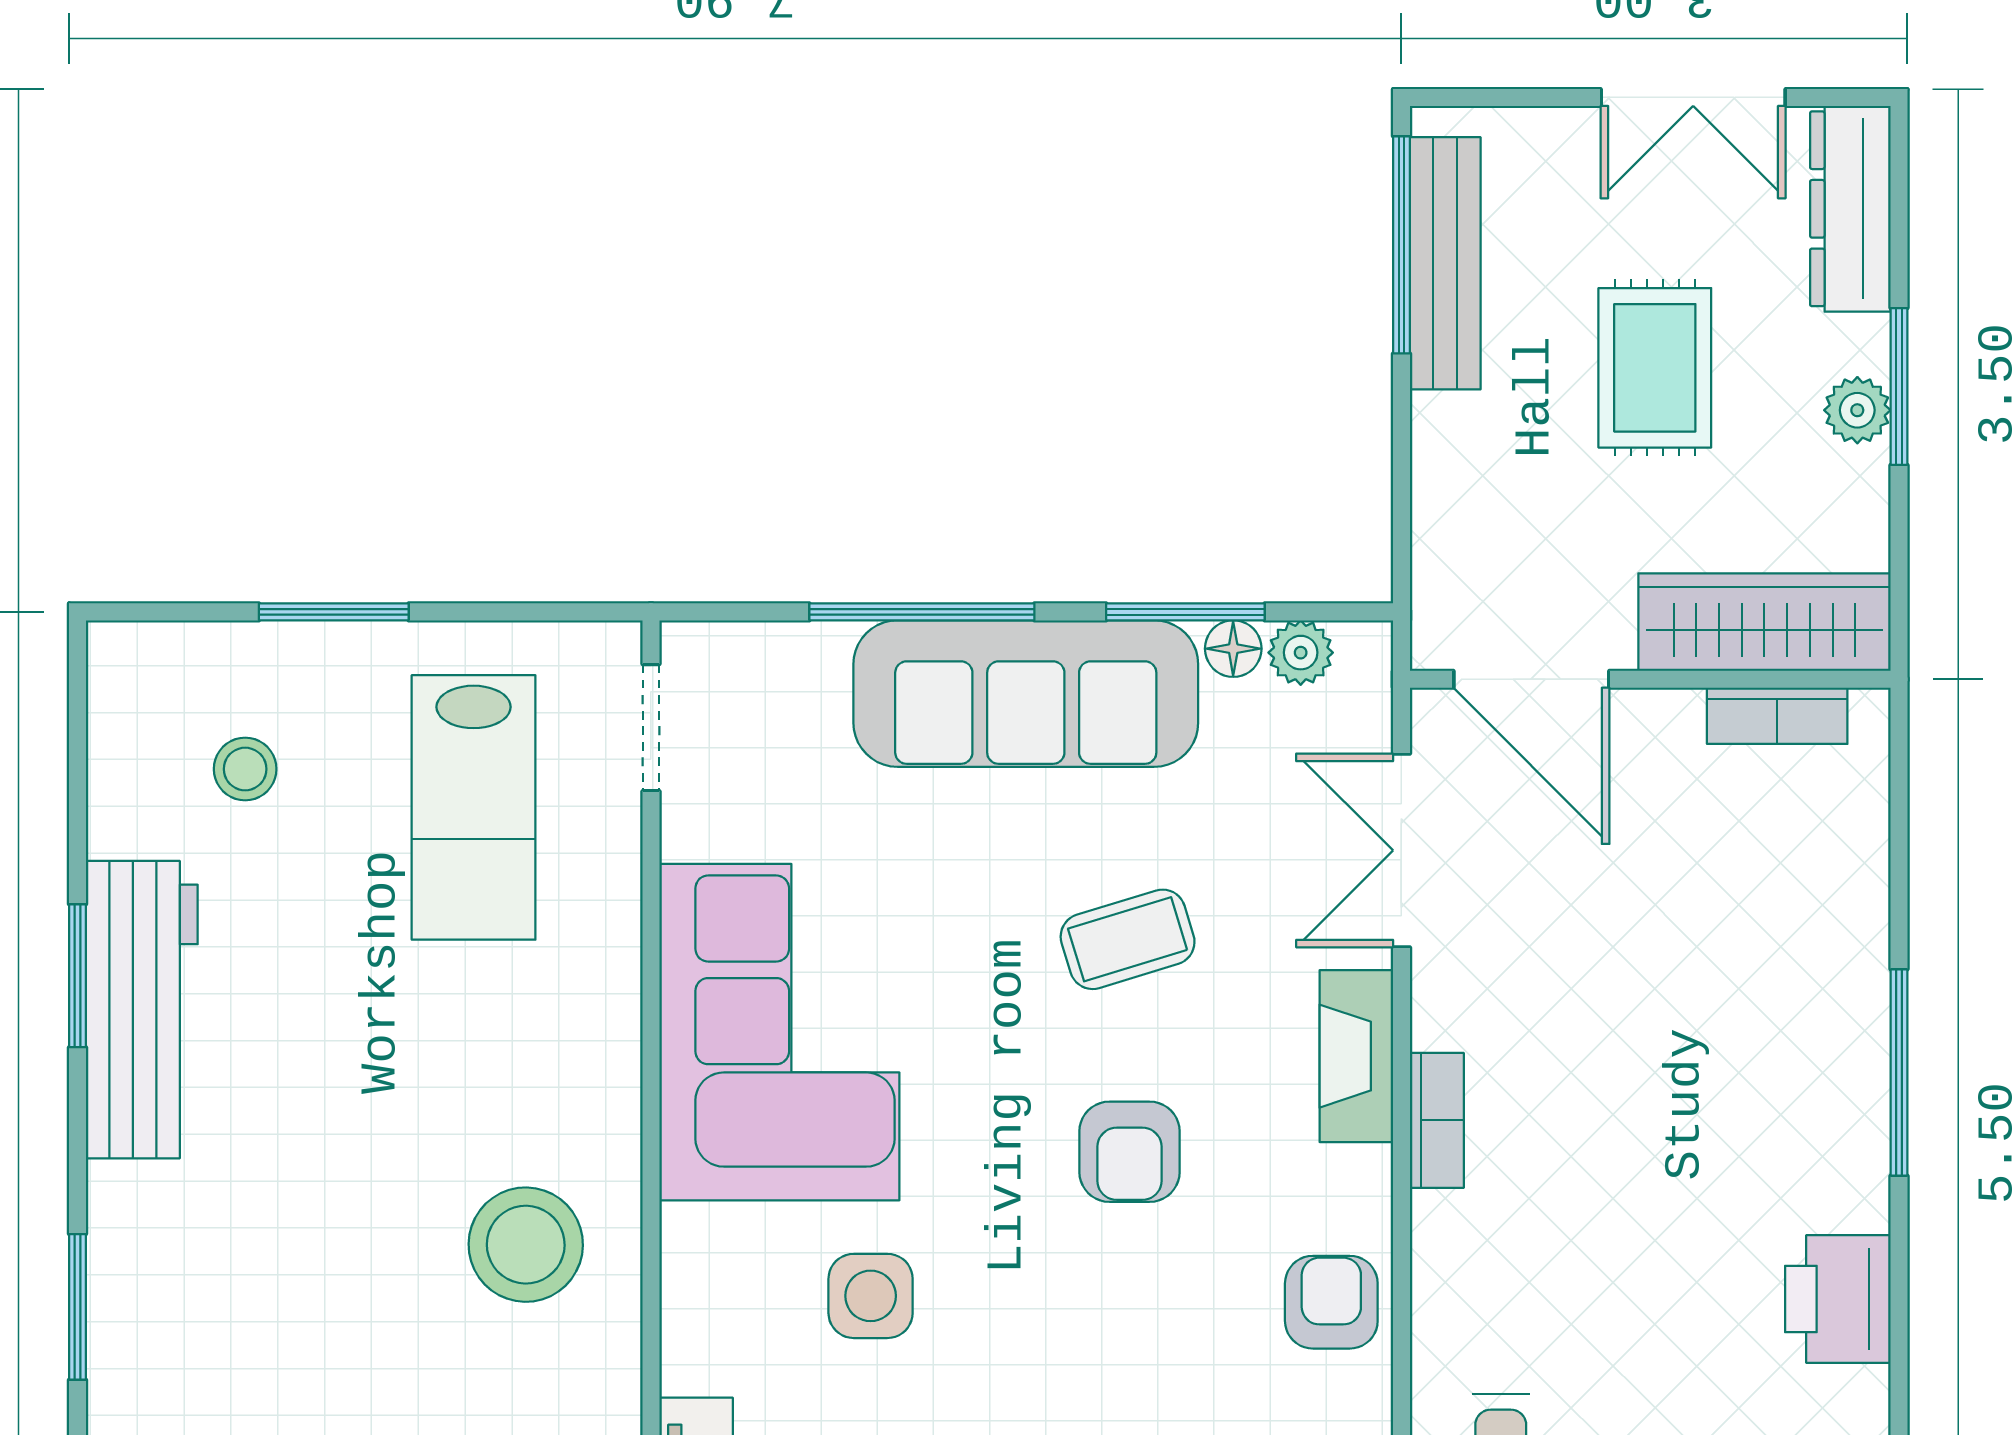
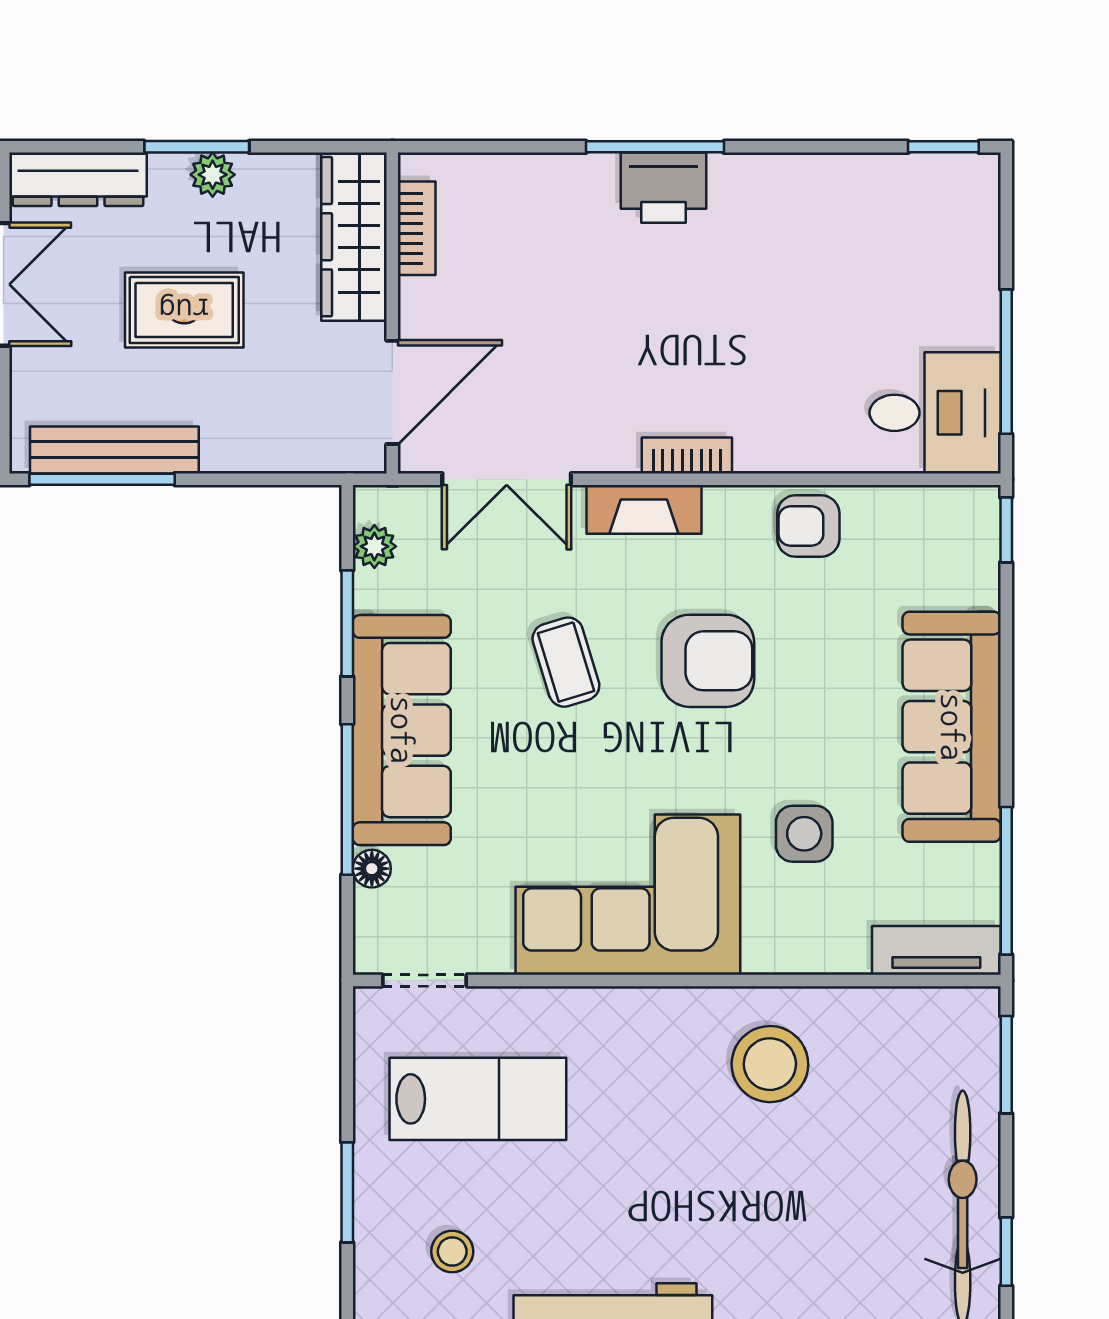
floor lamp: (1233, 649) -> (372, 869), moved
armchair: (1129, 1152) -> (708, 661), width x1.38, depth x1.38
printer: (1838, 1299) -> (664, 188), moved

